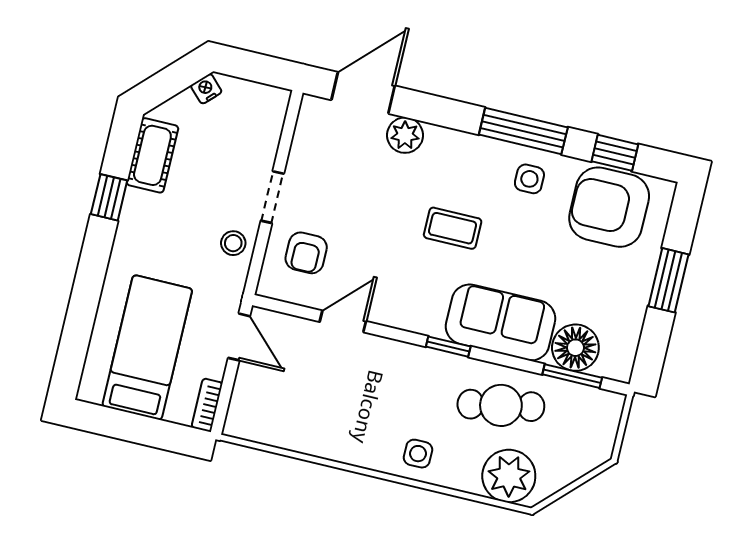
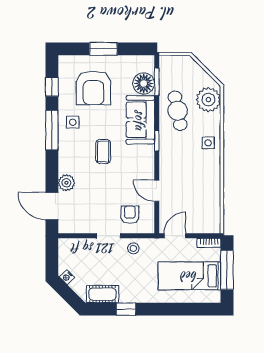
armchair: (609, 207) -> (93, 88), moved
armchair: (306, 253) -> (130, 215), turned -90
window: (141, 430) -> (227, 270), added

